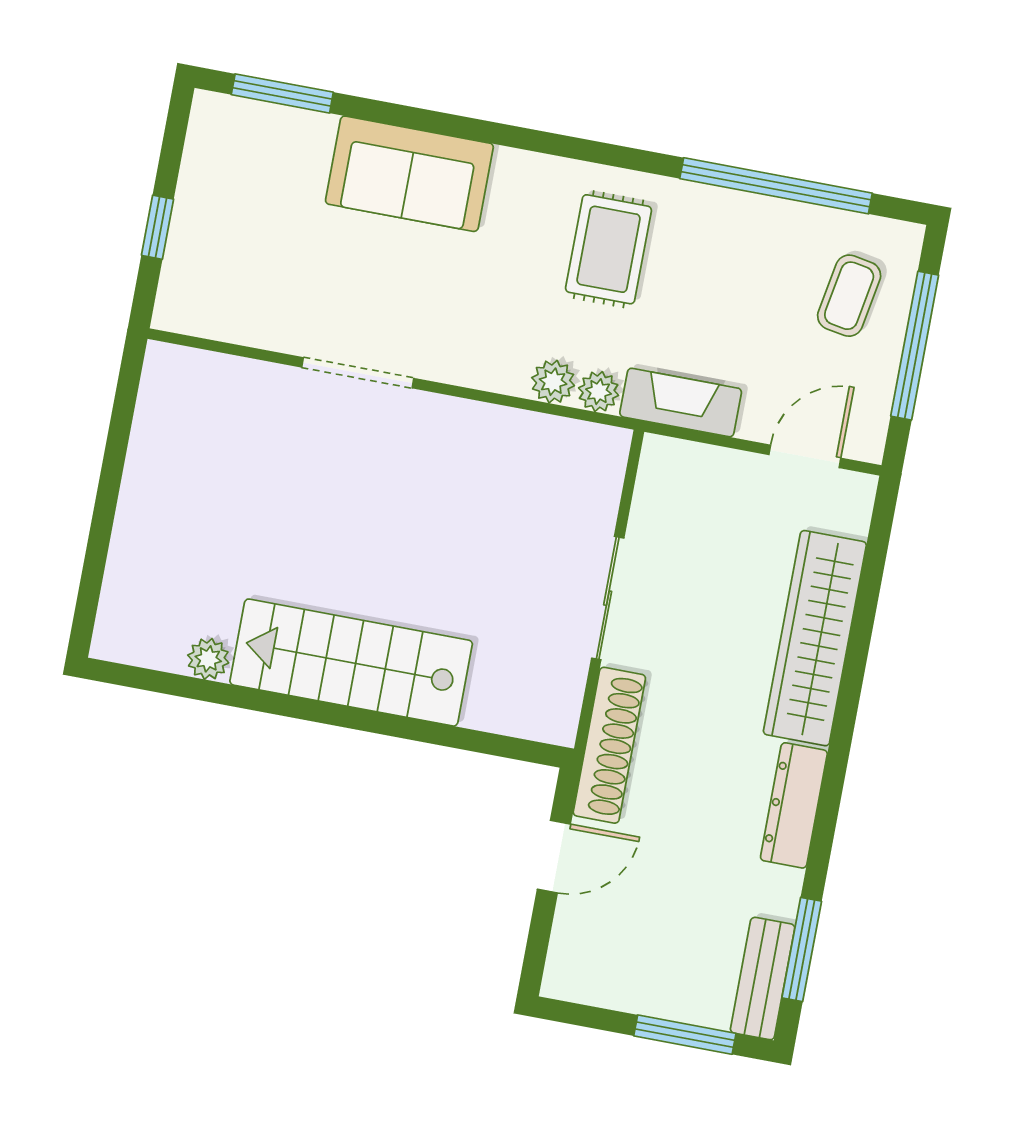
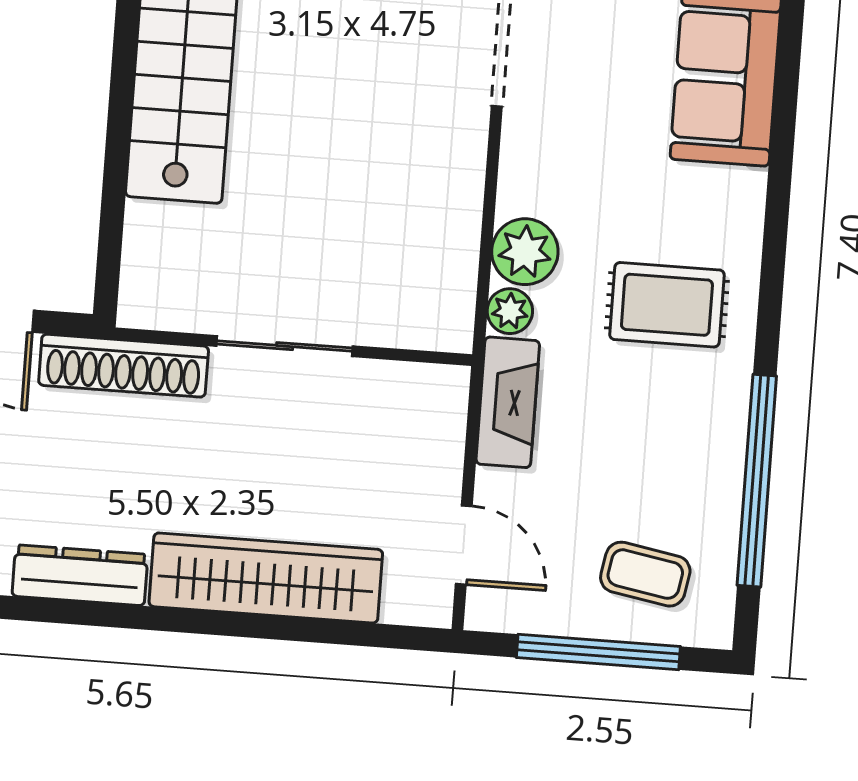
plant: (553, 382) -> (525, 252), width x1.38, depth x1.38

